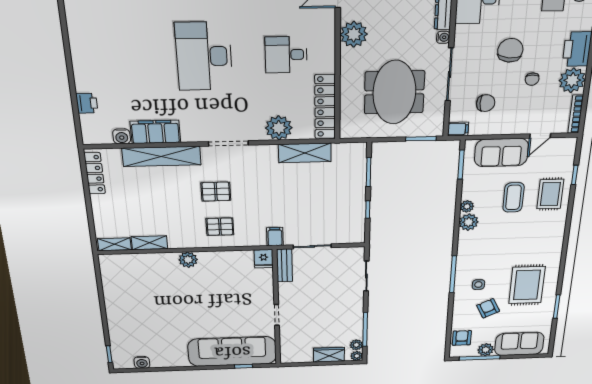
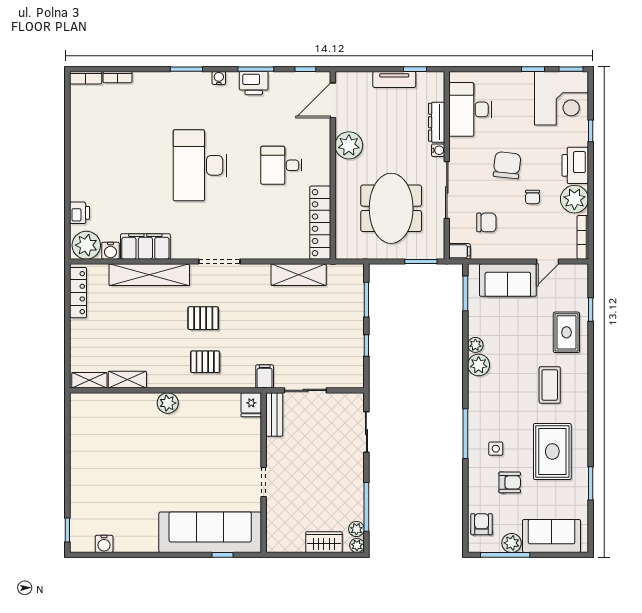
plant: (279, 128) -> (86, 245), moved
coffee table: (513, 197) -> (550, 385), moved
armchair: (488, 308) -> (510, 482), turned 116

